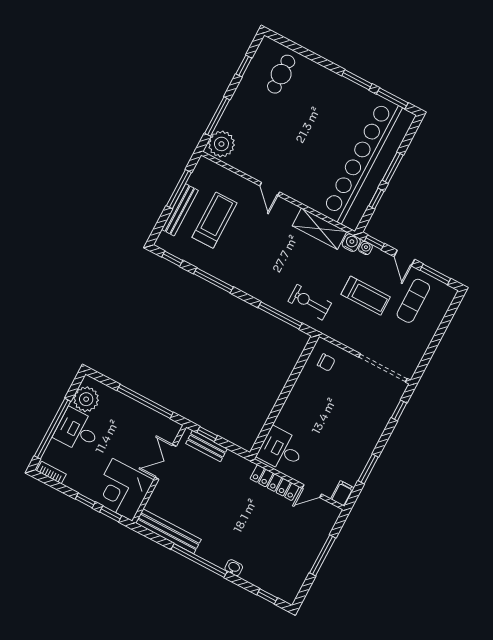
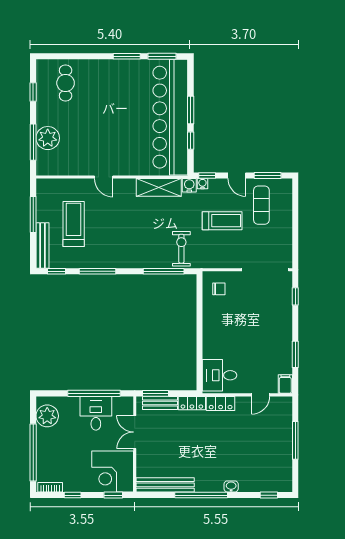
plant: (221, 144) -> (48, 138), moved
bench: (180, 210) -> (42, 245), moved
exercise bike: (310, 302) -> (181, 249), turned 89
desk: (77, 430) -> (96, 413), moved, turned 90
window: (207, 434) -> (156, 393), width x1.50
locker: (238, 463) -> (192, 403), added
locker: (275, 483) -> (221, 404), width x0.66
window: (85, 500) -> (73, 495), moved

